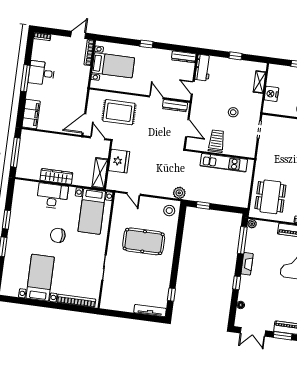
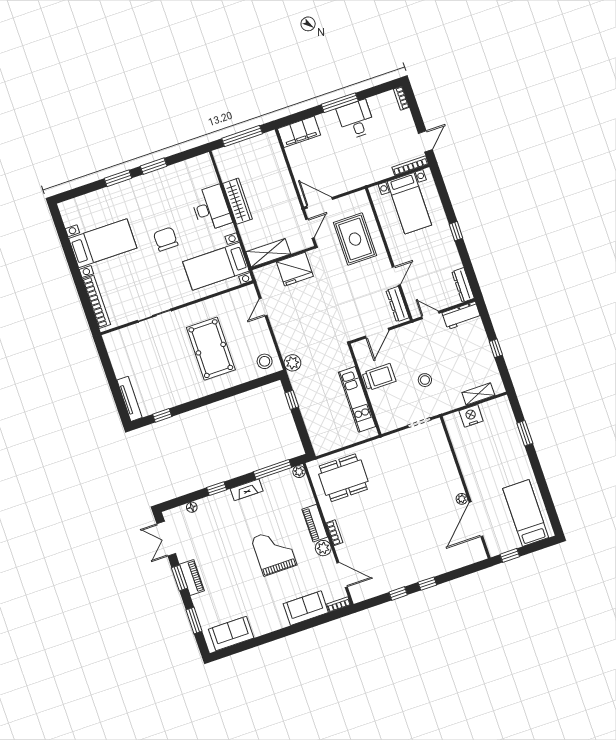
door: (78, 35) -> (425, 141), hinge flipped
door: (193, 88) -> (430, 315), hinge flipped

